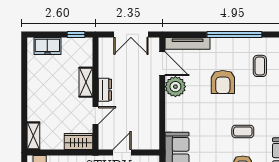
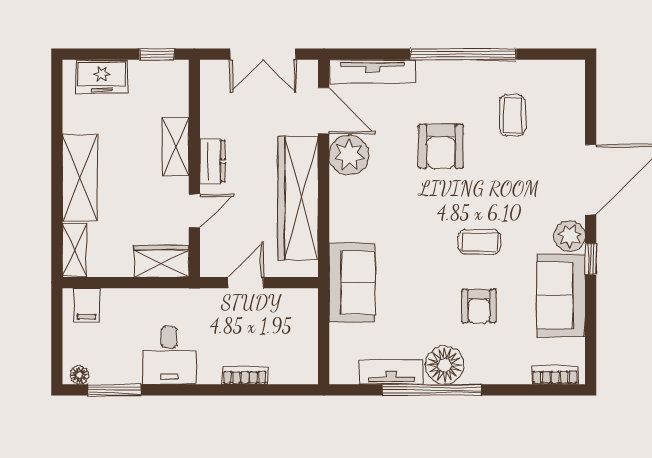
shelving: (36, 98) -> (80, 177), added
wardrobe: (149, 109) -> (298, 198), added

